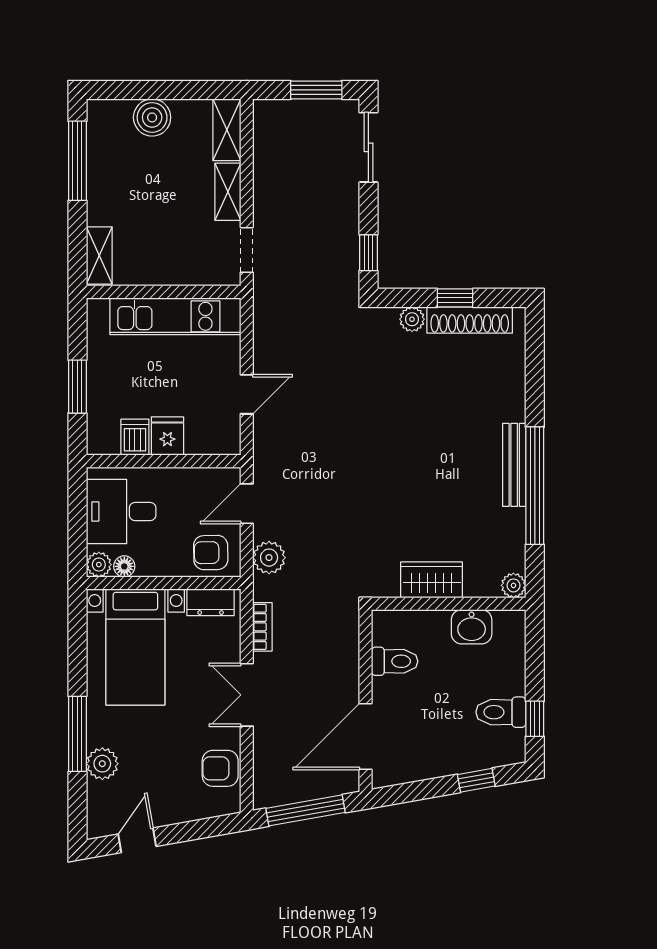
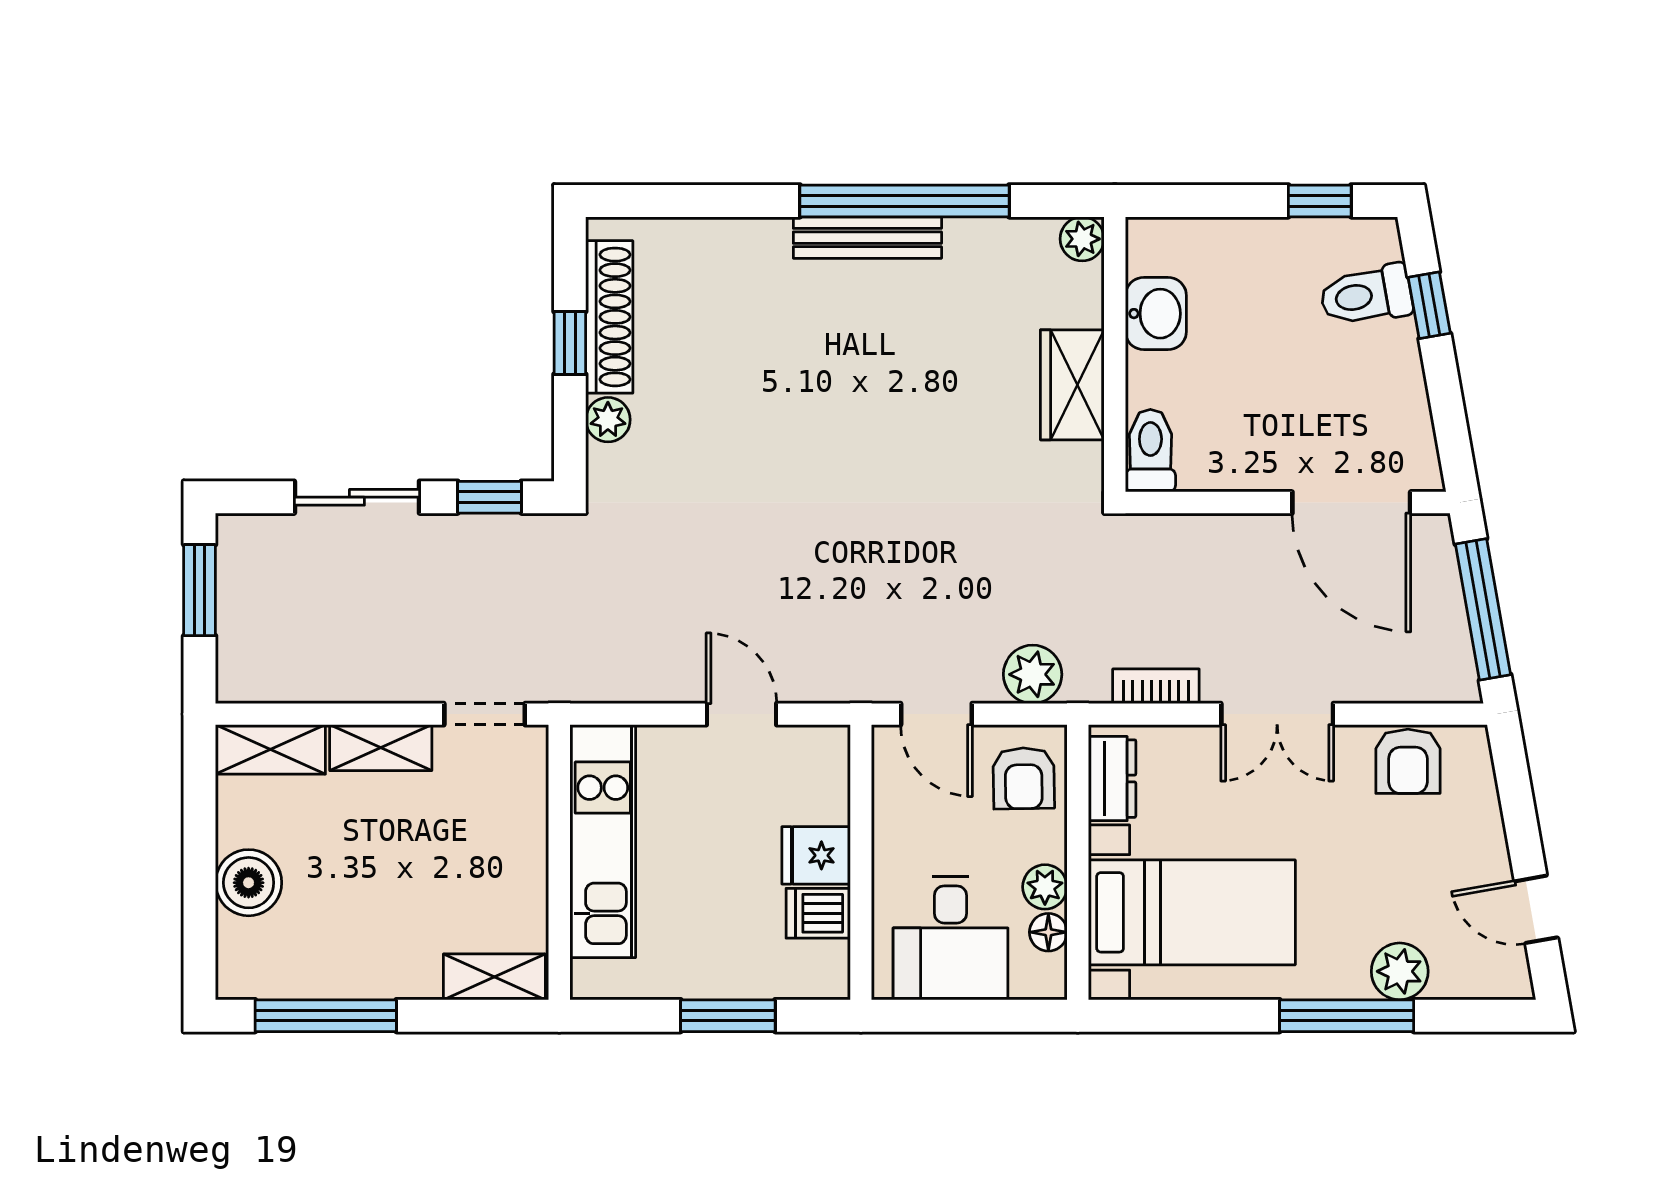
sliding door: (368, 147) -> (357, 497), moved
plant: (99, 565) -> (1045, 887), moved
toilet: (395, 661) -> (1150, 451), moved
toilet: (501, 712) -> (1366, 295), moved, turned 80

